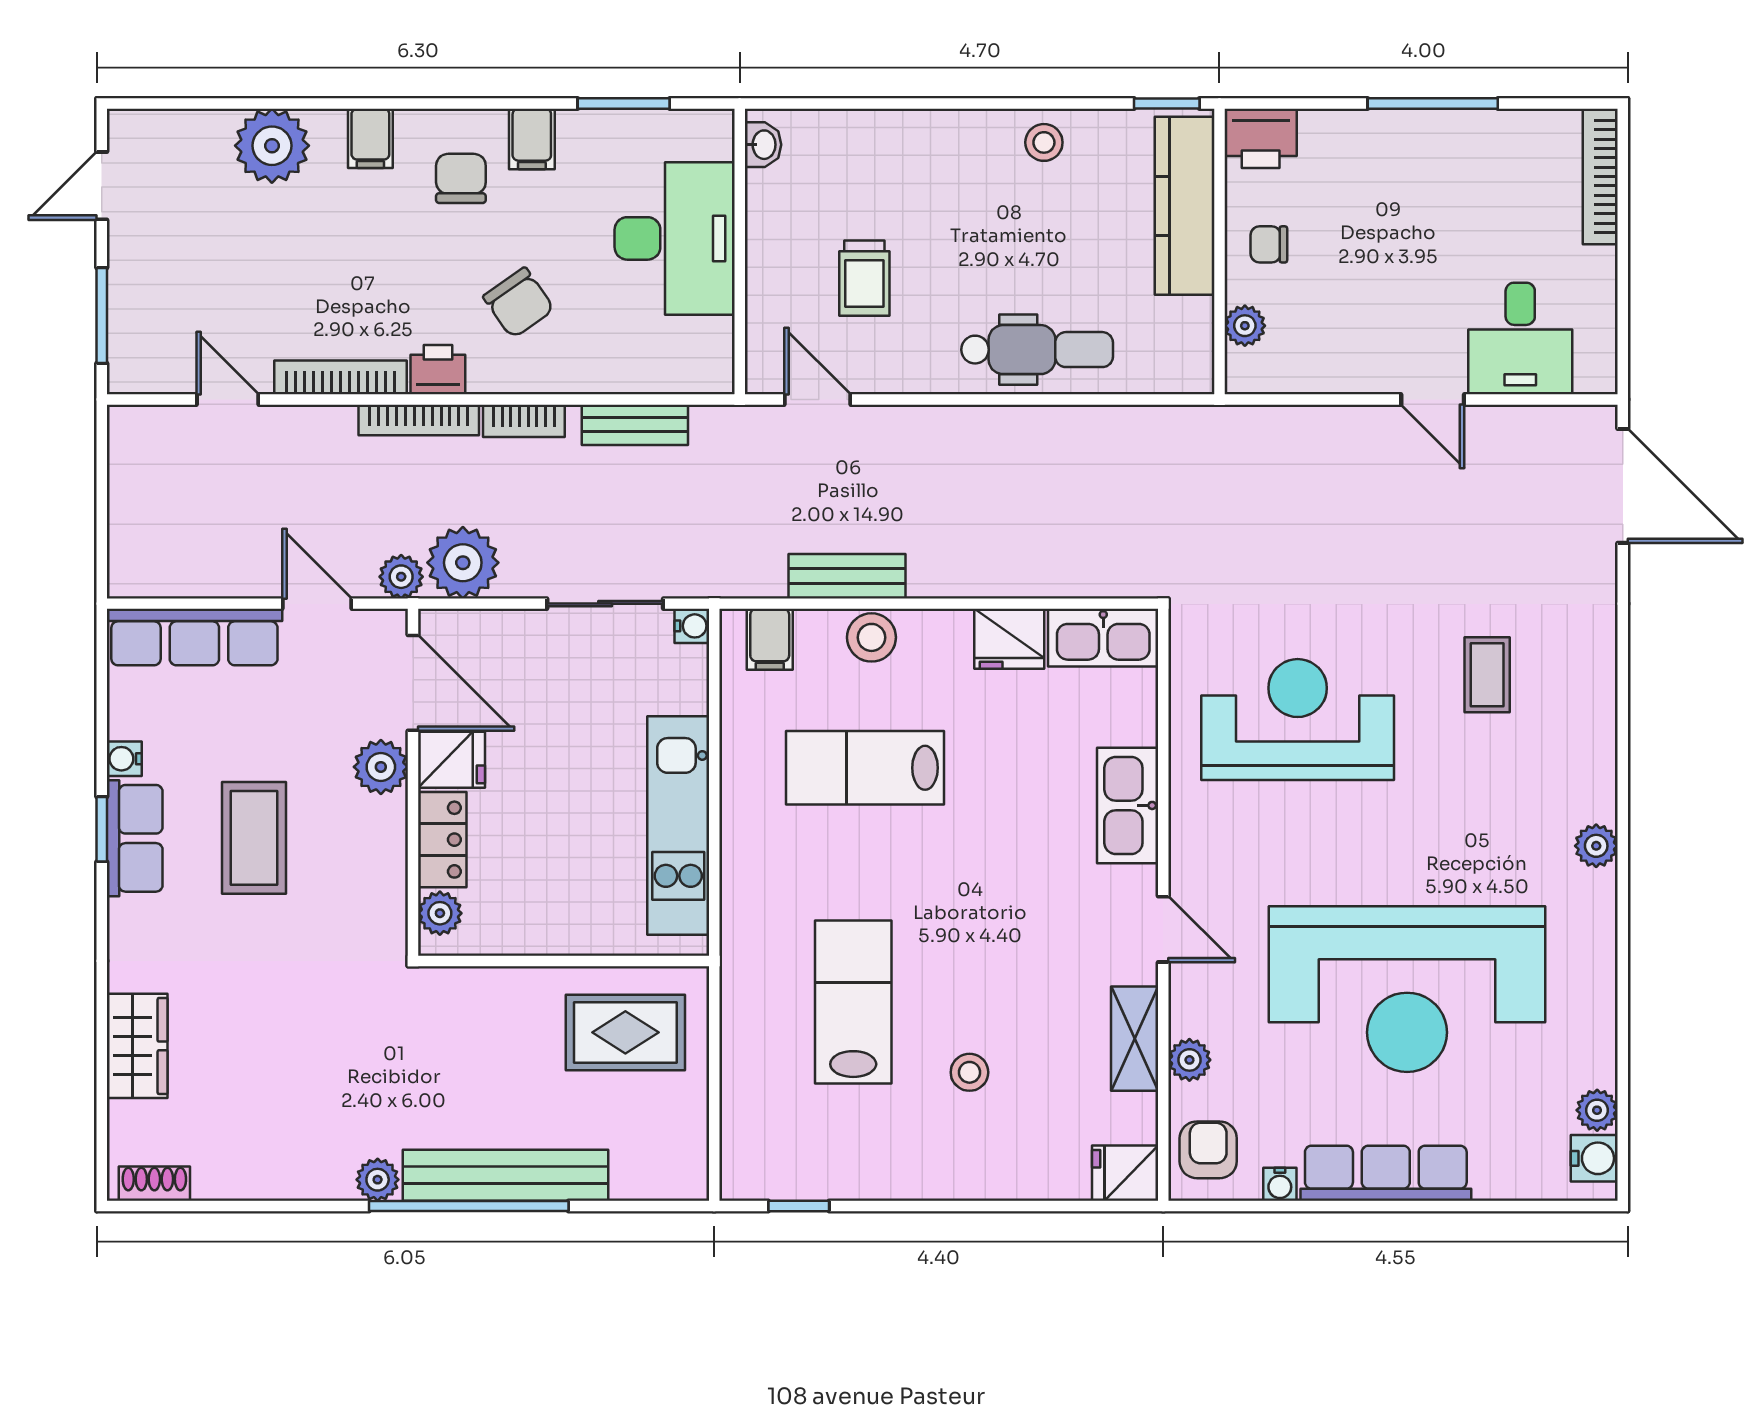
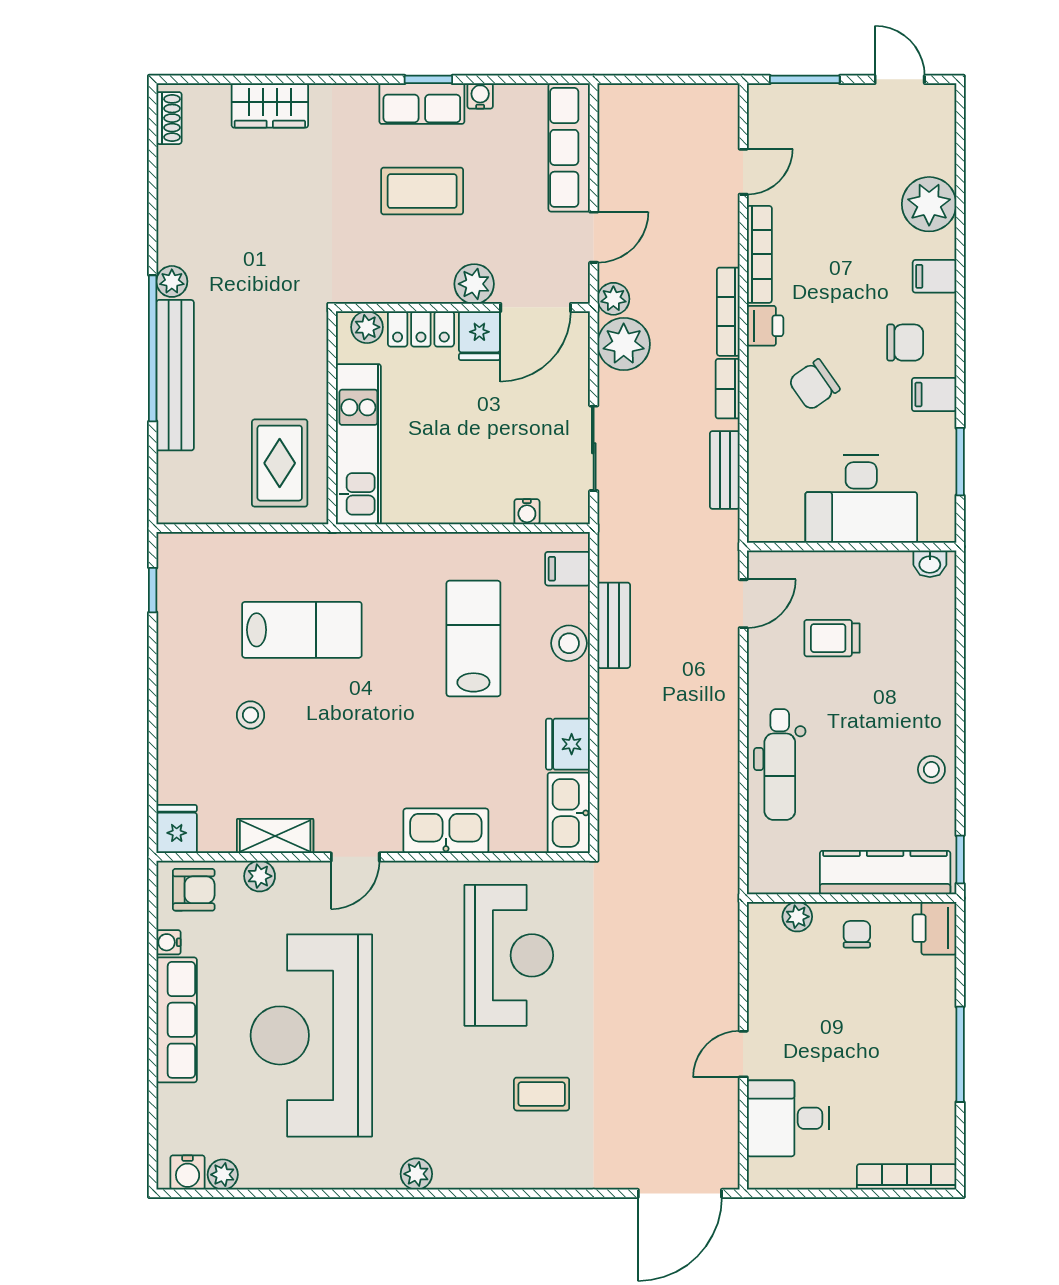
water cooler: (692, 626) -> (527, 512), moved
kitchen unit: (678, 826) -> (358, 444), moved, turned 90

